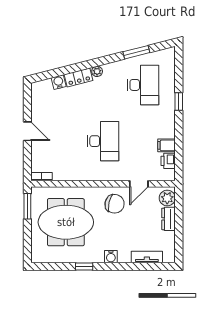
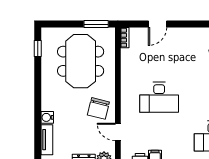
door: (27, 131) -> (157, 24), moved
water cooler: (111, 257) -> (47, 117), moved
window: (84, 266) -> (38, 48), moved

